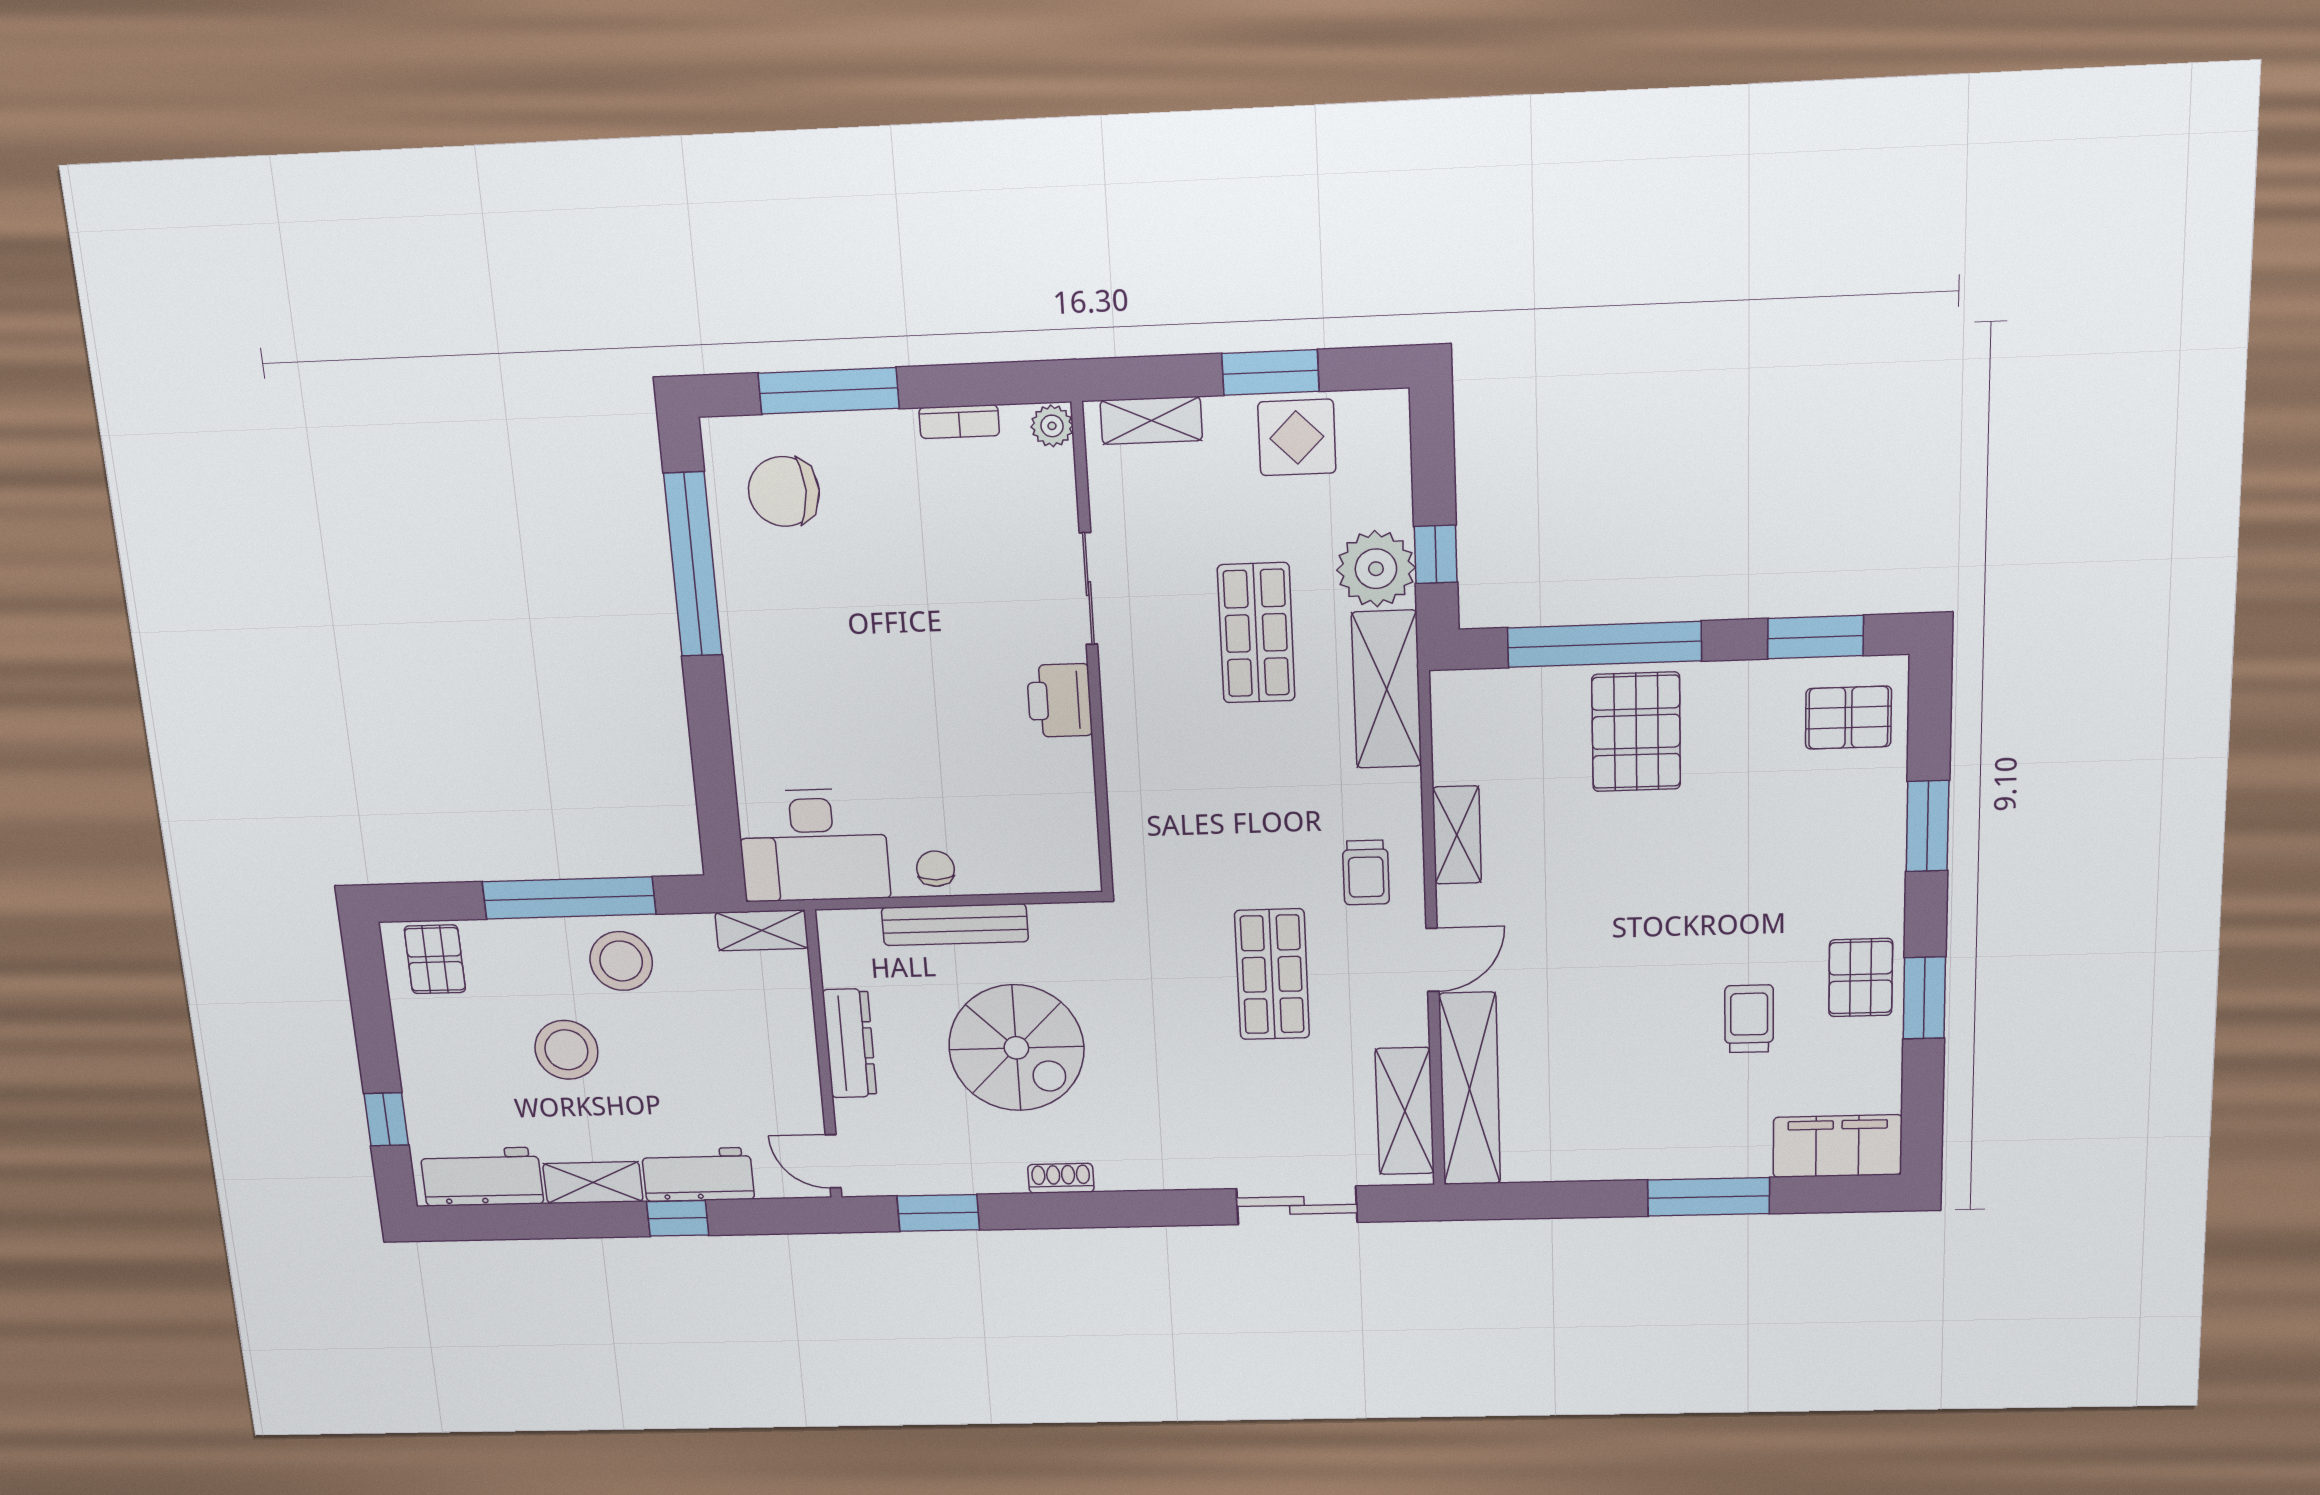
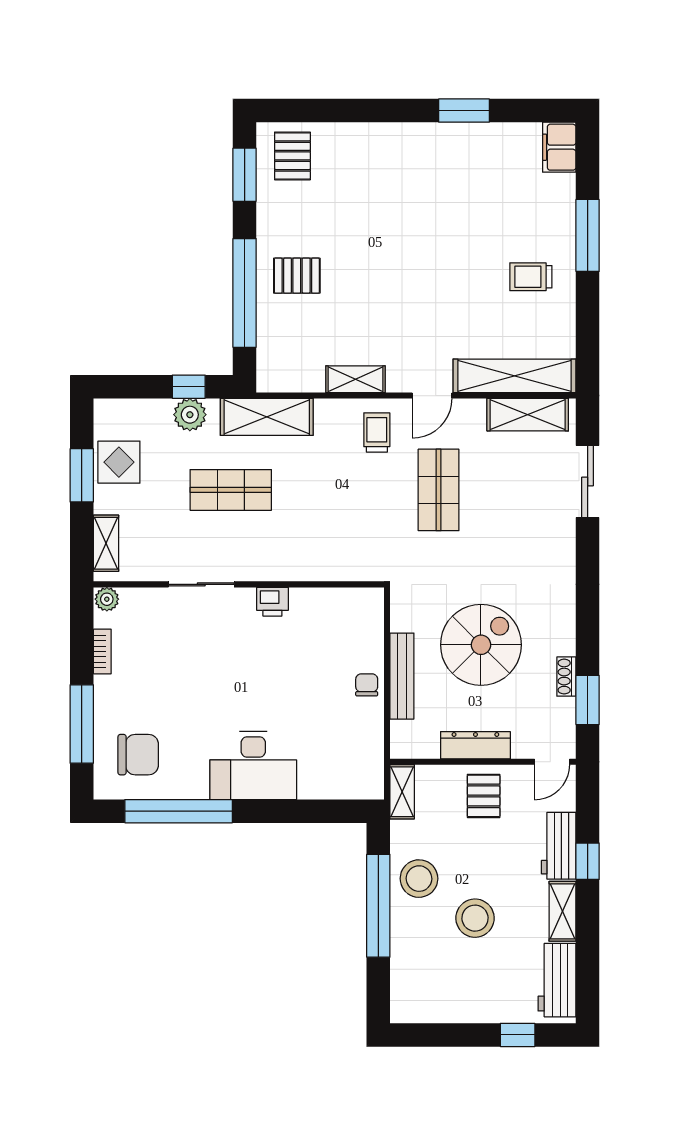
chair: (784, 491) -> (138, 755), turned -90
plant: (1376, 569) -> (190, 415), width x0.73, depth x0.73
printer: (1060, 700) -> (272, 602), width x0.73, depth x0.81
pallet: (1636, 732) -> (297, 276), width x0.67, depth x0.71
window: (1927, 826) -> (359, 111), removed
desk: (813, 845) -> (253, 765), moved, turned 90
chair: (936, 869) -> (367, 685), turned 90
trolley: (1366, 872) -> (377, 433), turned -90
pallet: (435, 959) -> (484, 796), moved, turned 90
door: (1432, 960) -> (432, 395), swing flipped
shop shelf: (1272, 974) -> (439, 490), turned 90
pallet: (1861, 978) -> (450, 147), removed
trolley: (1749, 1019) -> (531, 277), moved
filing cabinet: (1837, 1146) -> (559, 147), width x0.67, depth x0.86
shoe rack: (1061, 1178) -> (566, 677), moved

